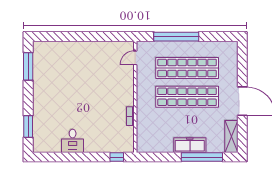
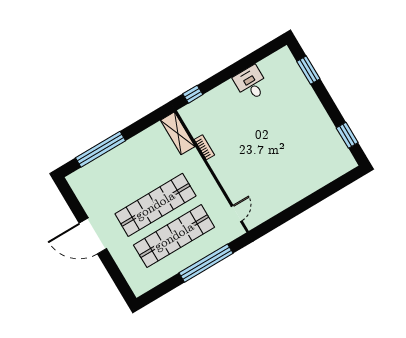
window: (28, 66) -> (347, 135), width x0.69
shelving: (231, 136) -> (178, 133), moved
freezer: (190, 145) -> (121, 154), removed

